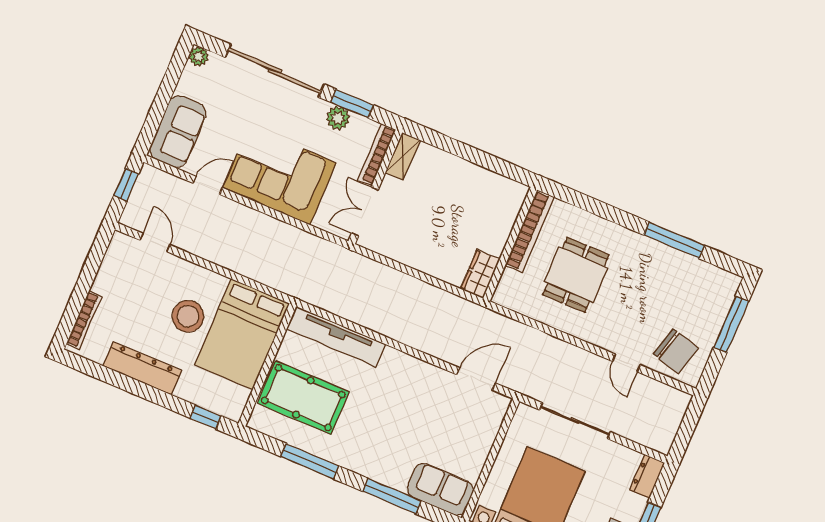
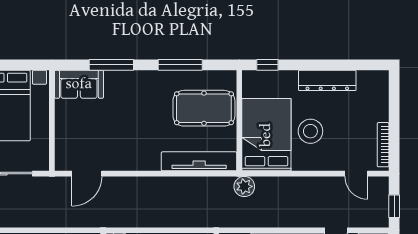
plant: (295, 284) -> (244, 186), added
bookcase: (84, 320) -> (383, 145), moved

